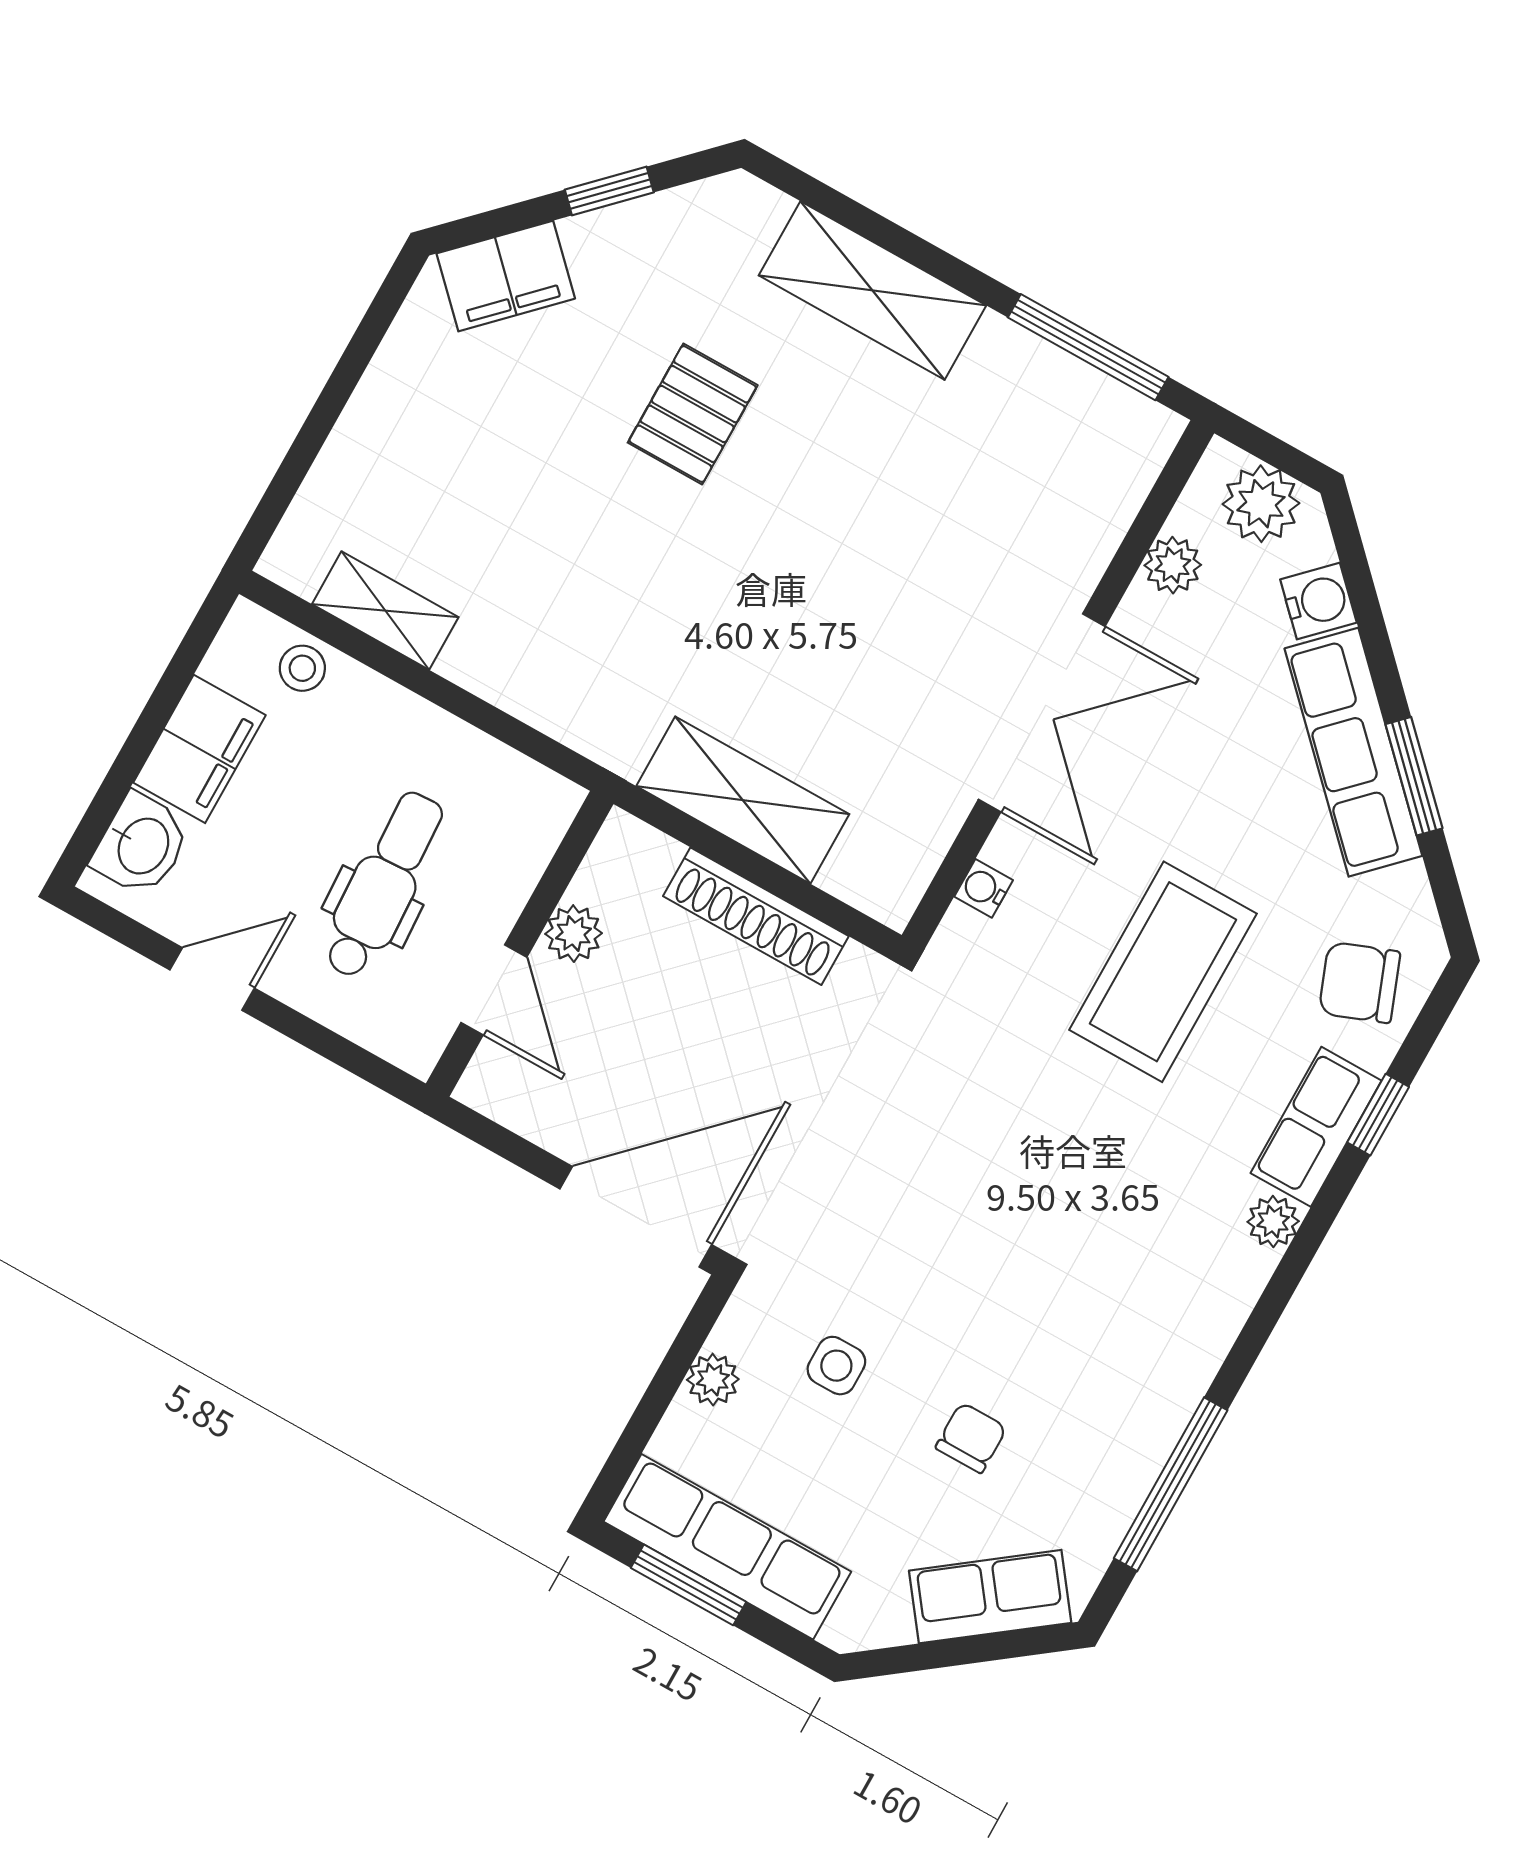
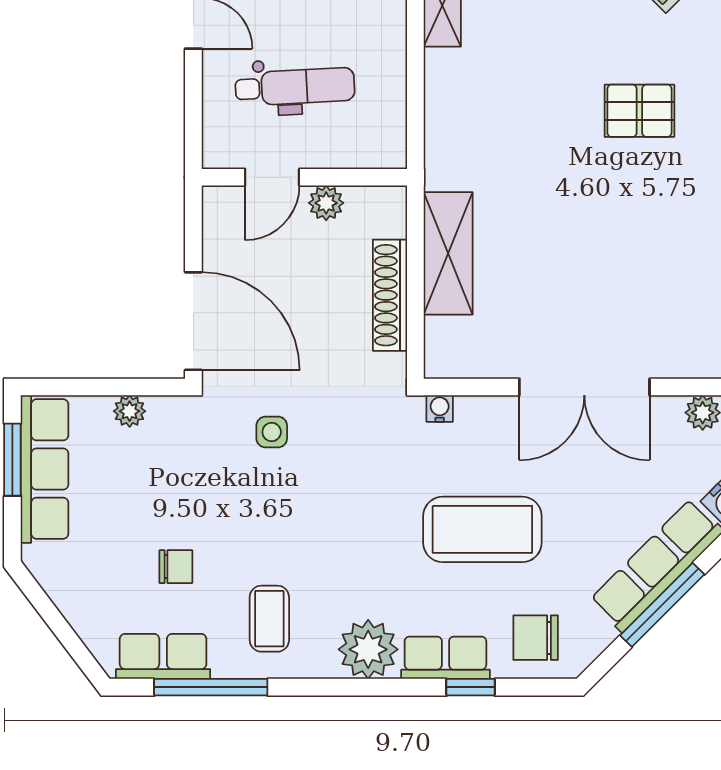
window: (1414, 776) -> (662, 605), width x1.44
water cooler: (984, 888) -> (440, 408), moved
chair: (1359, 982) -> (536, 638), turned -69
plant: (1273, 1221) -> (368, 649), width x1.88, depth x1.88
coffee table: (1120, 1346) -> (269, 619), added
side table: (836, 1366) -> (272, 432), moved
row of seats: (990, 1597) -> (163, 656), moved, turned -53

